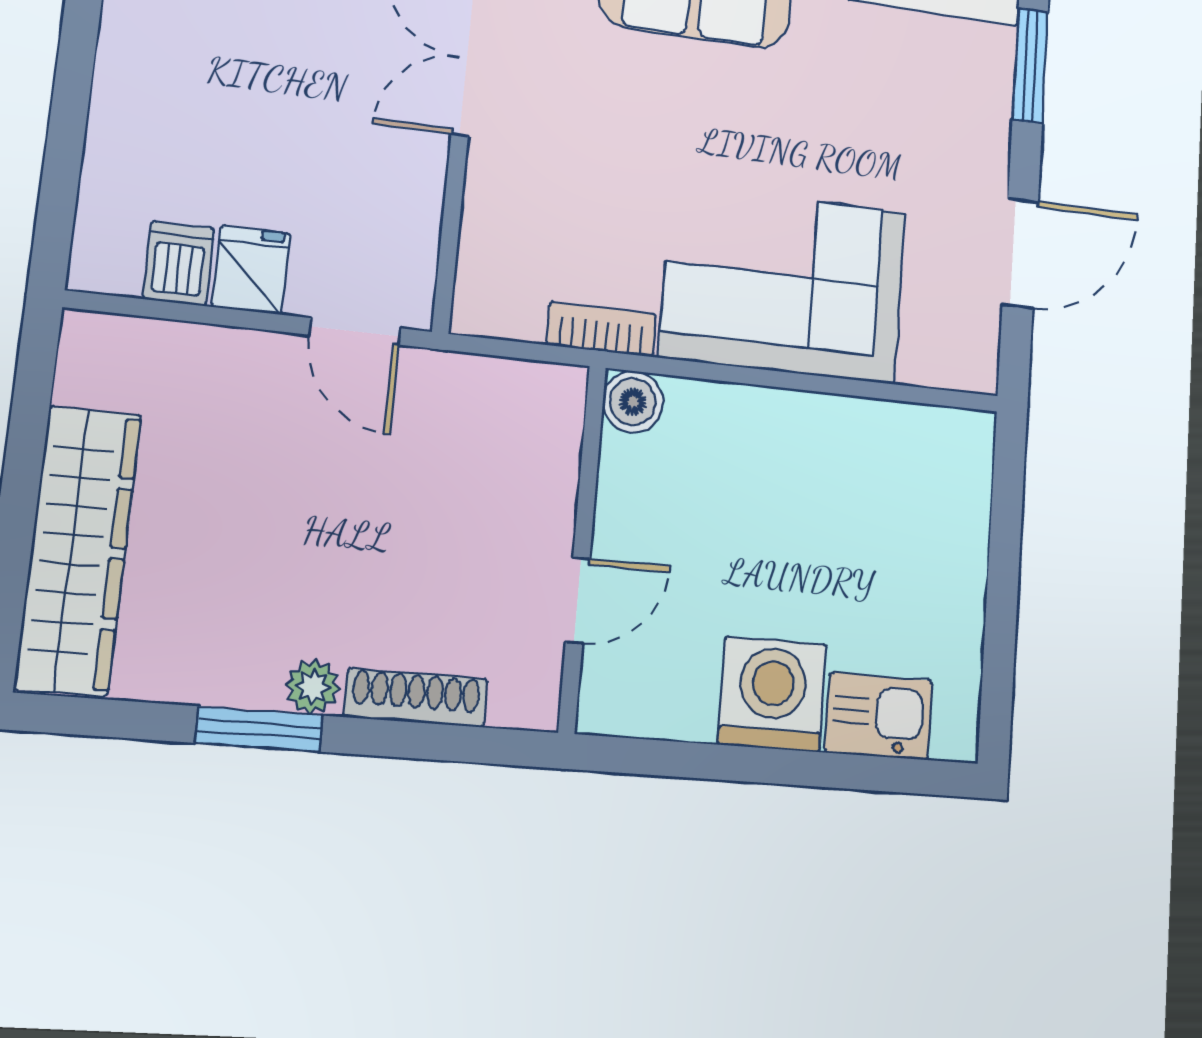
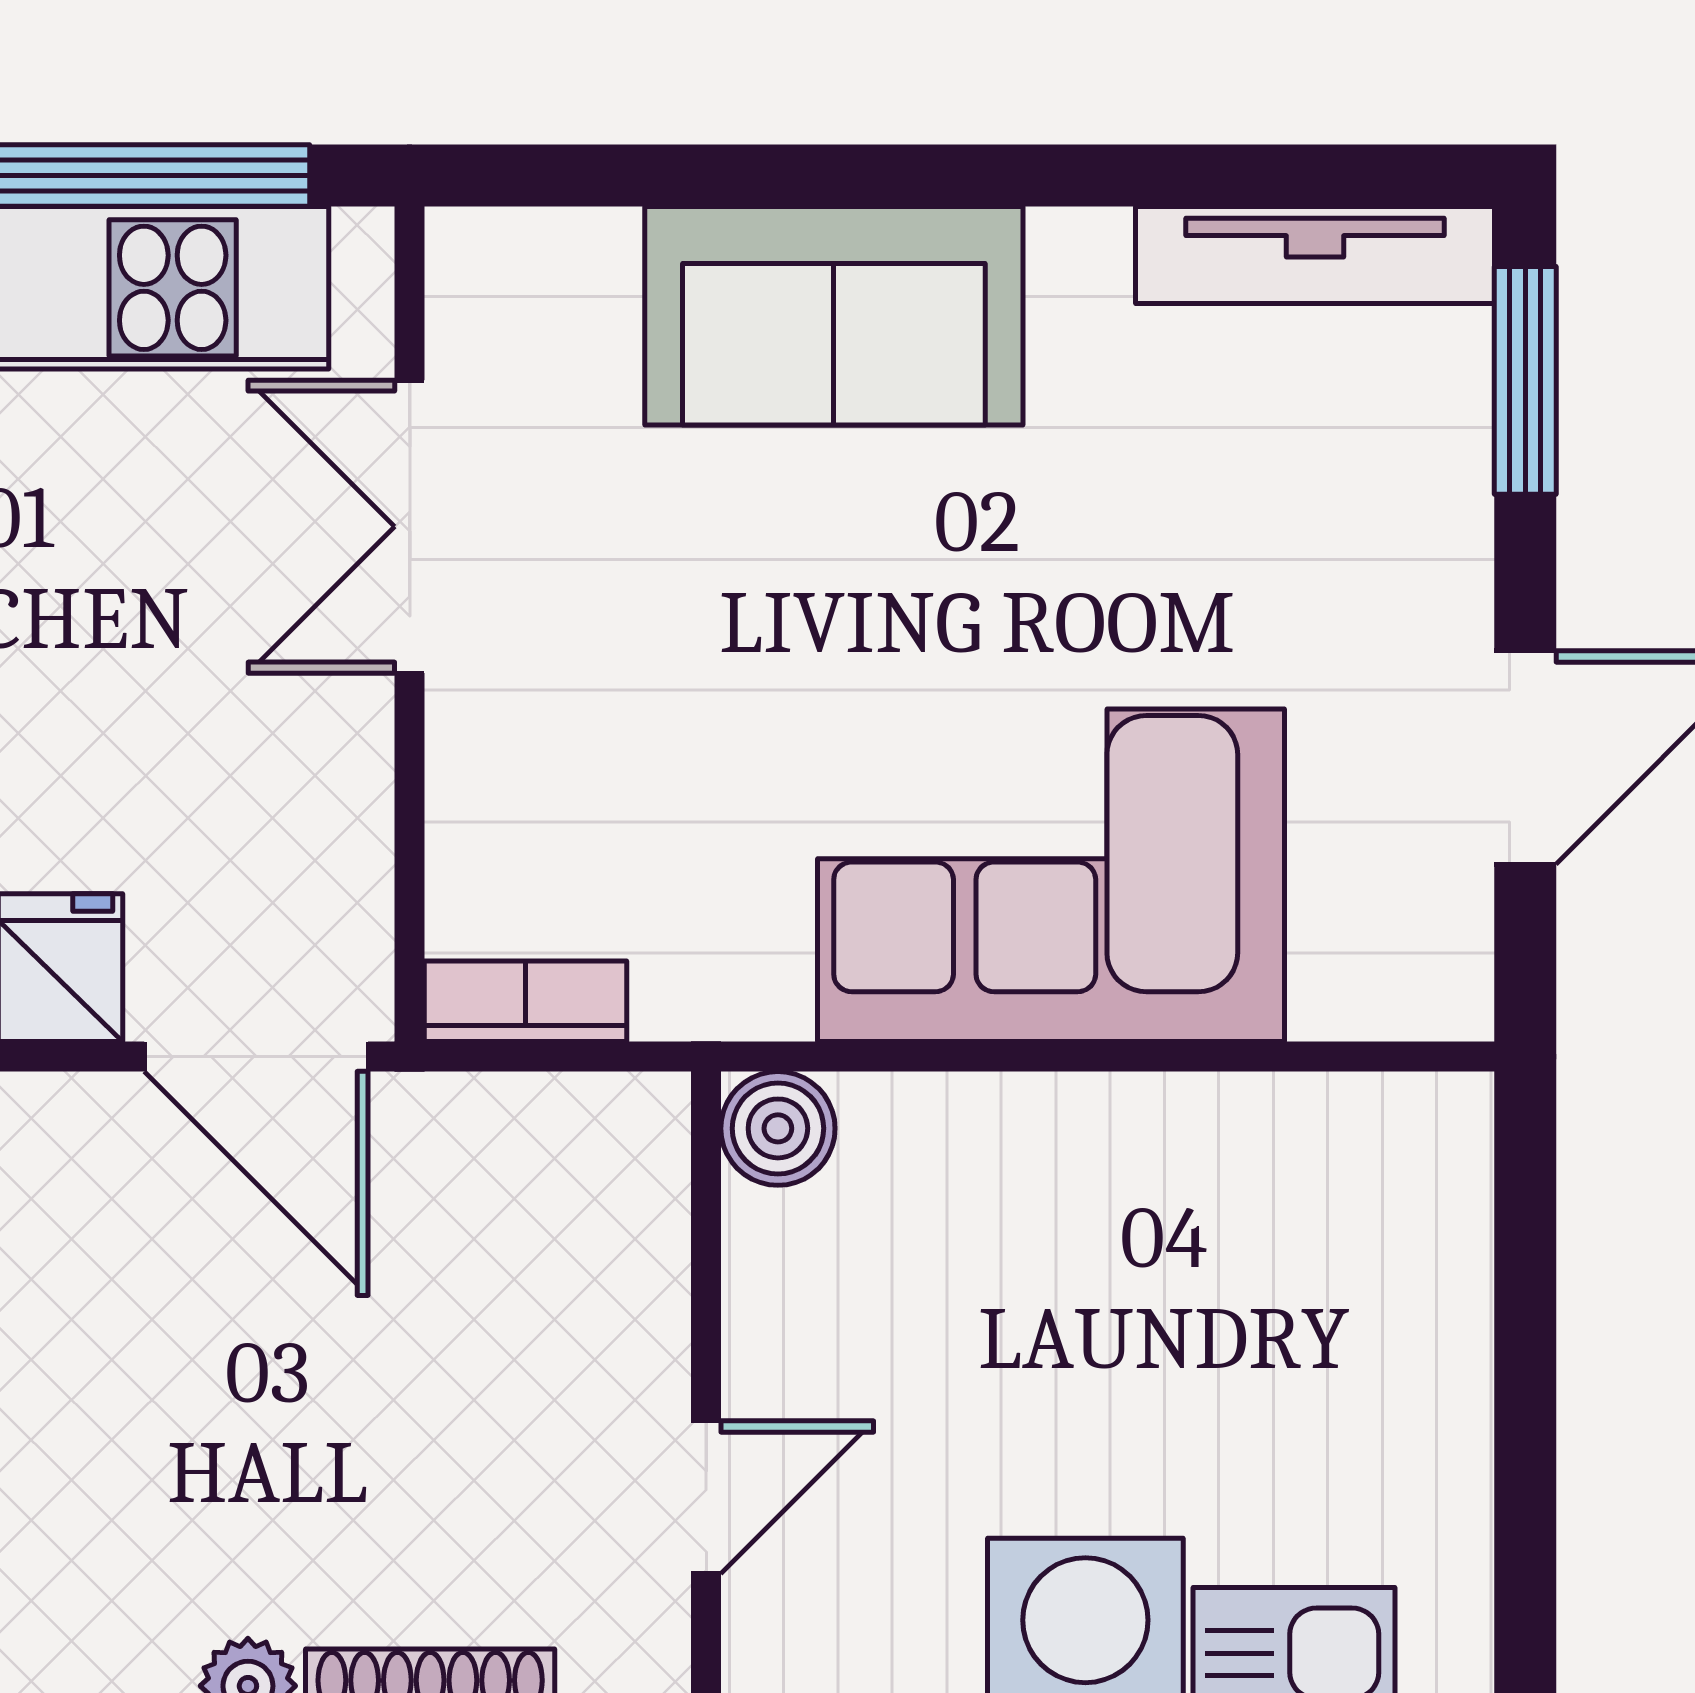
bookcase: (601, 329) -> (525, 1001), moved
door: (355, 332) -> (256, 1057), width x1.38

